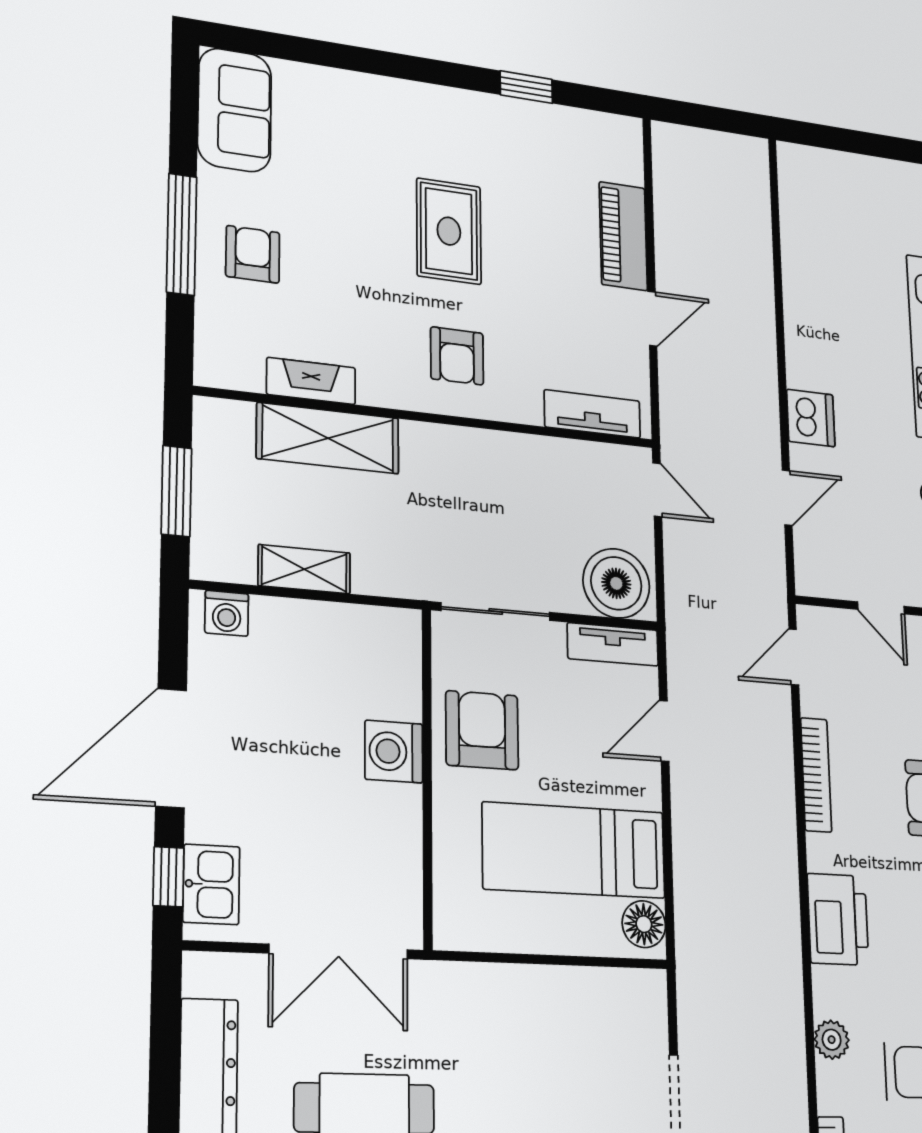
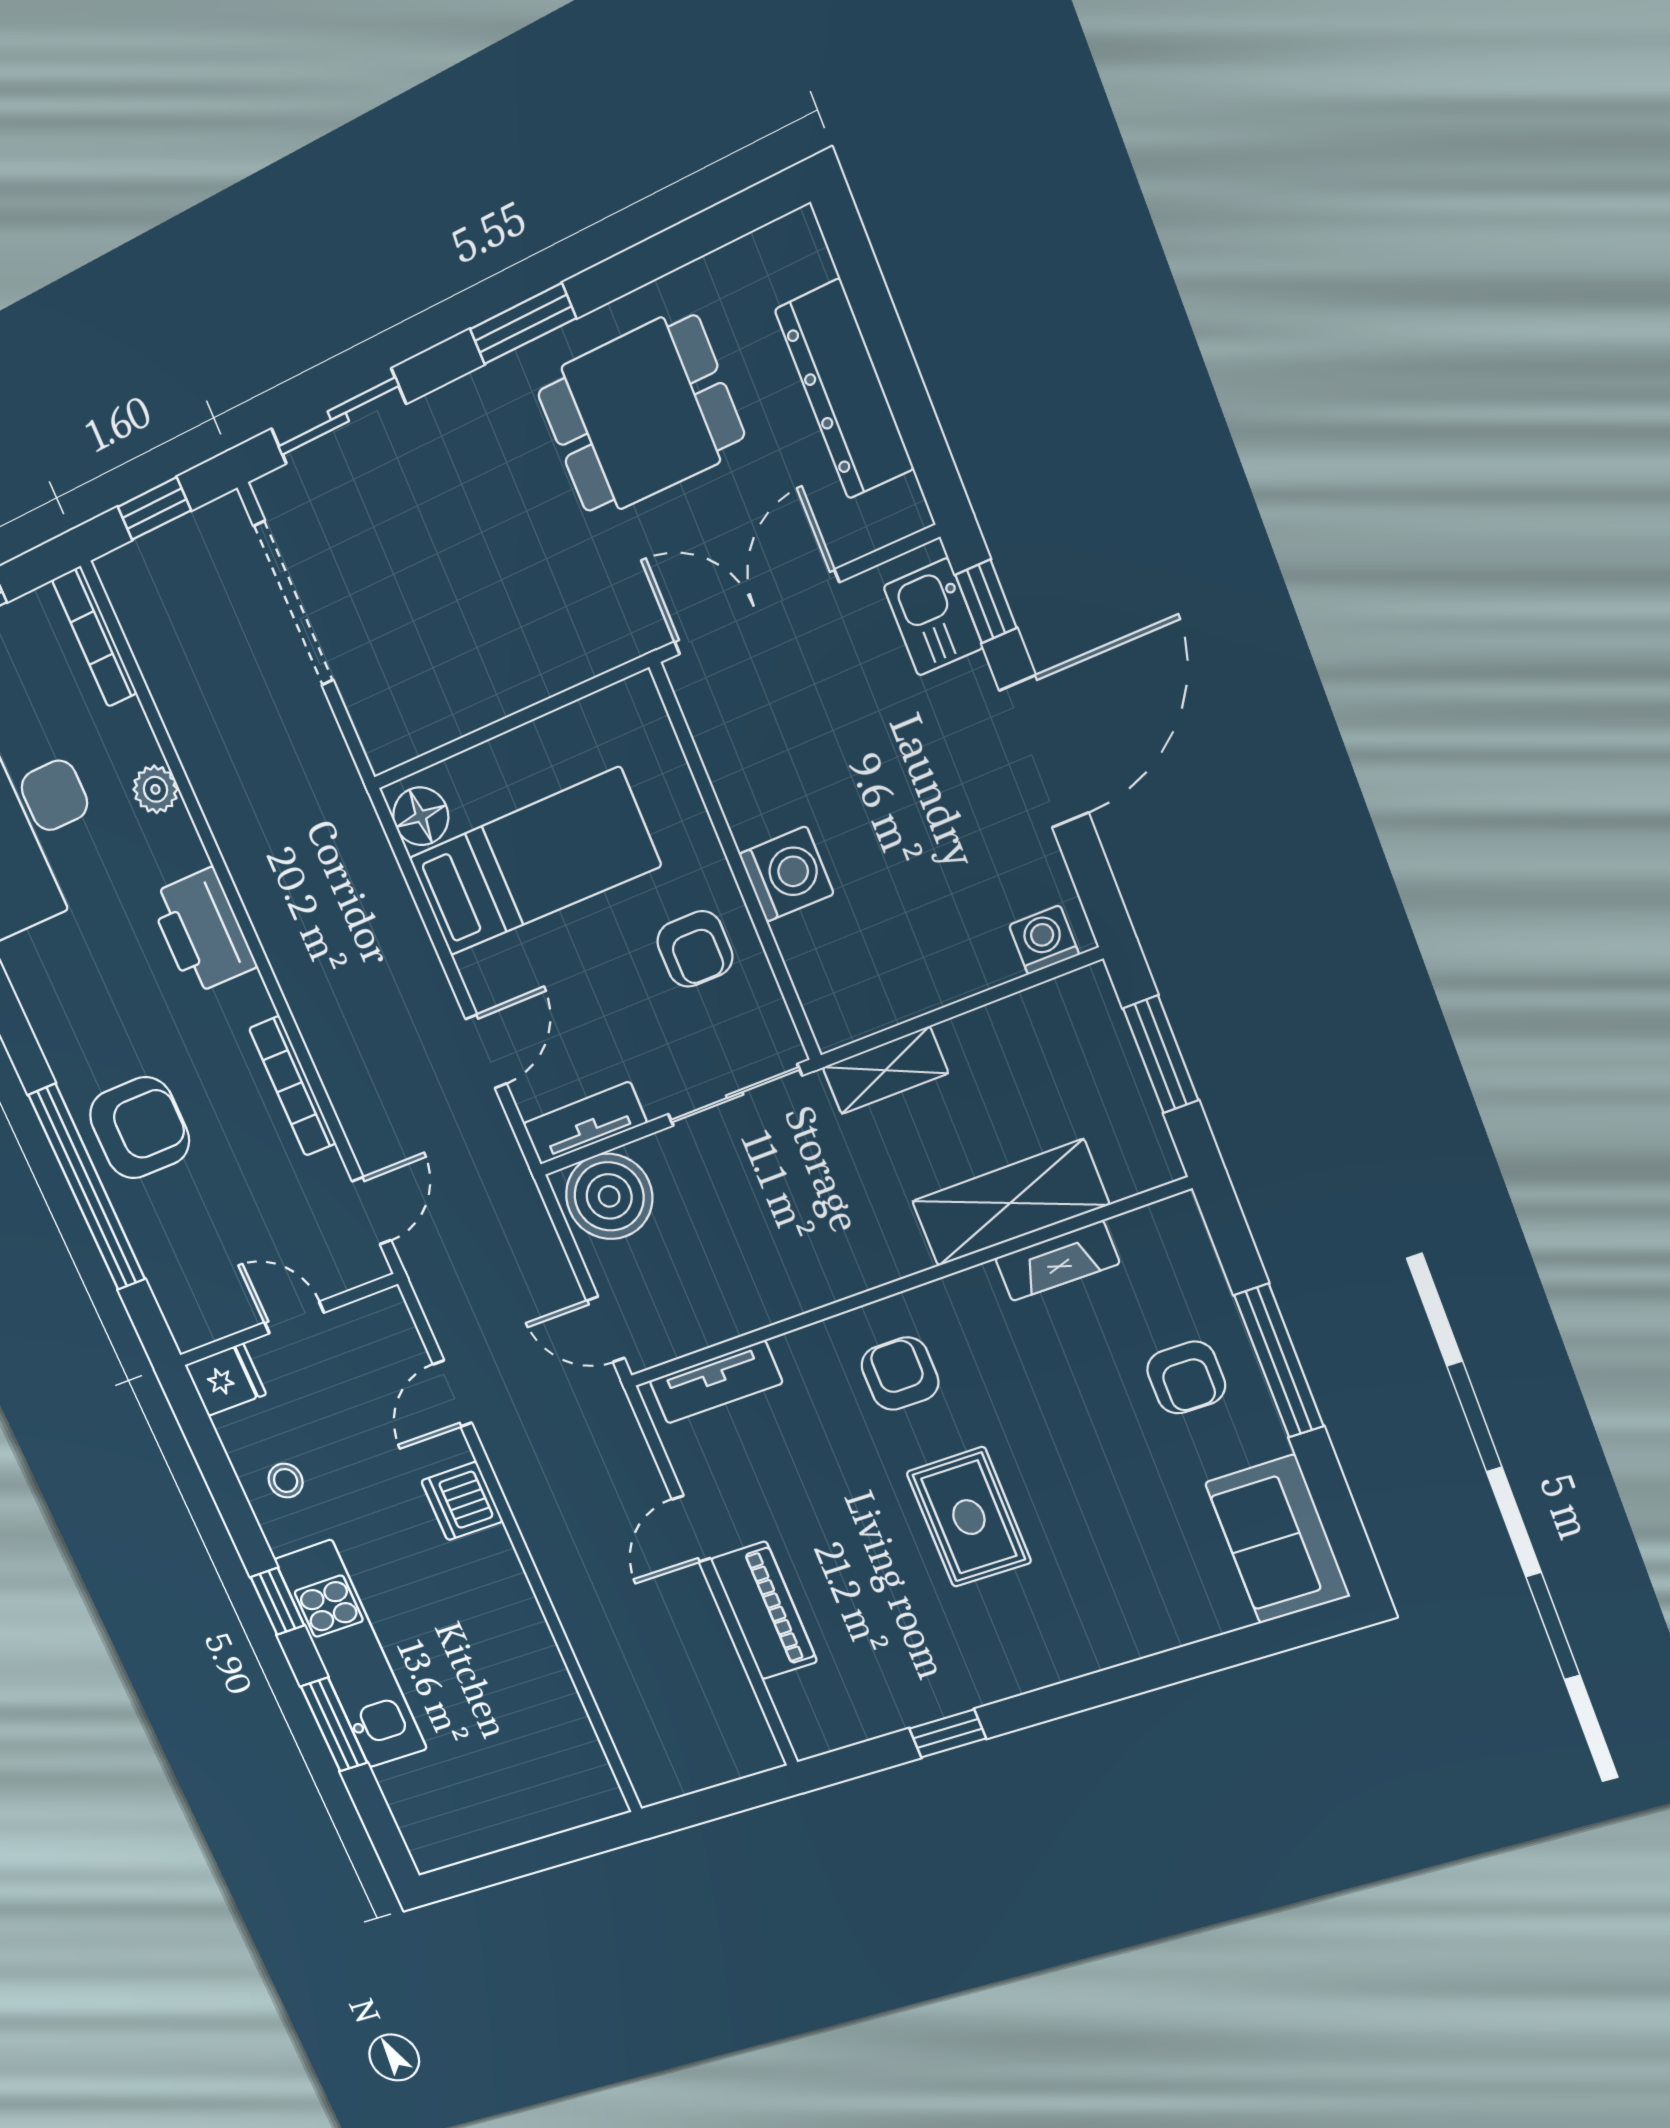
shelving: (304, 569) -> (885, 1070), moved
armchair: (482, 730) -> (695, 949), width x0.72, depth x0.72

